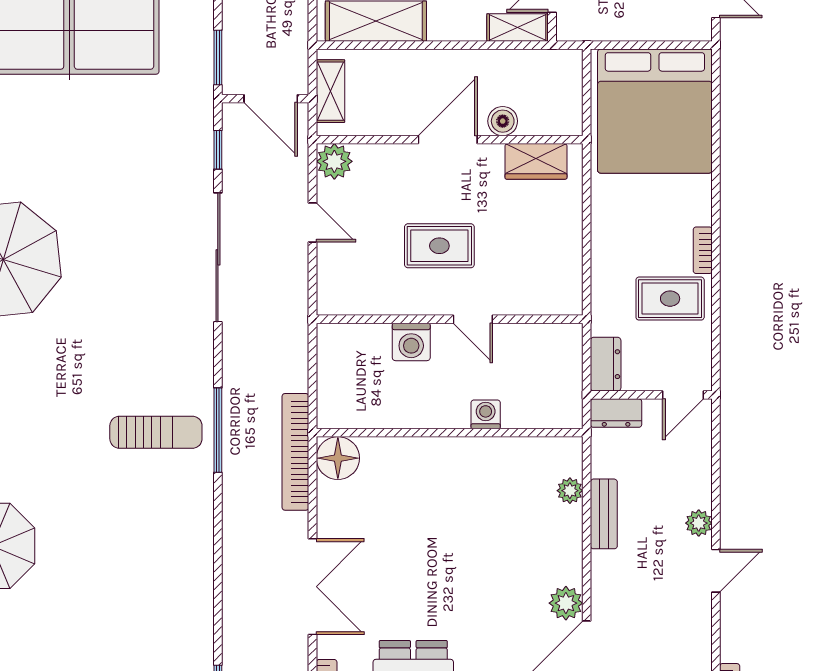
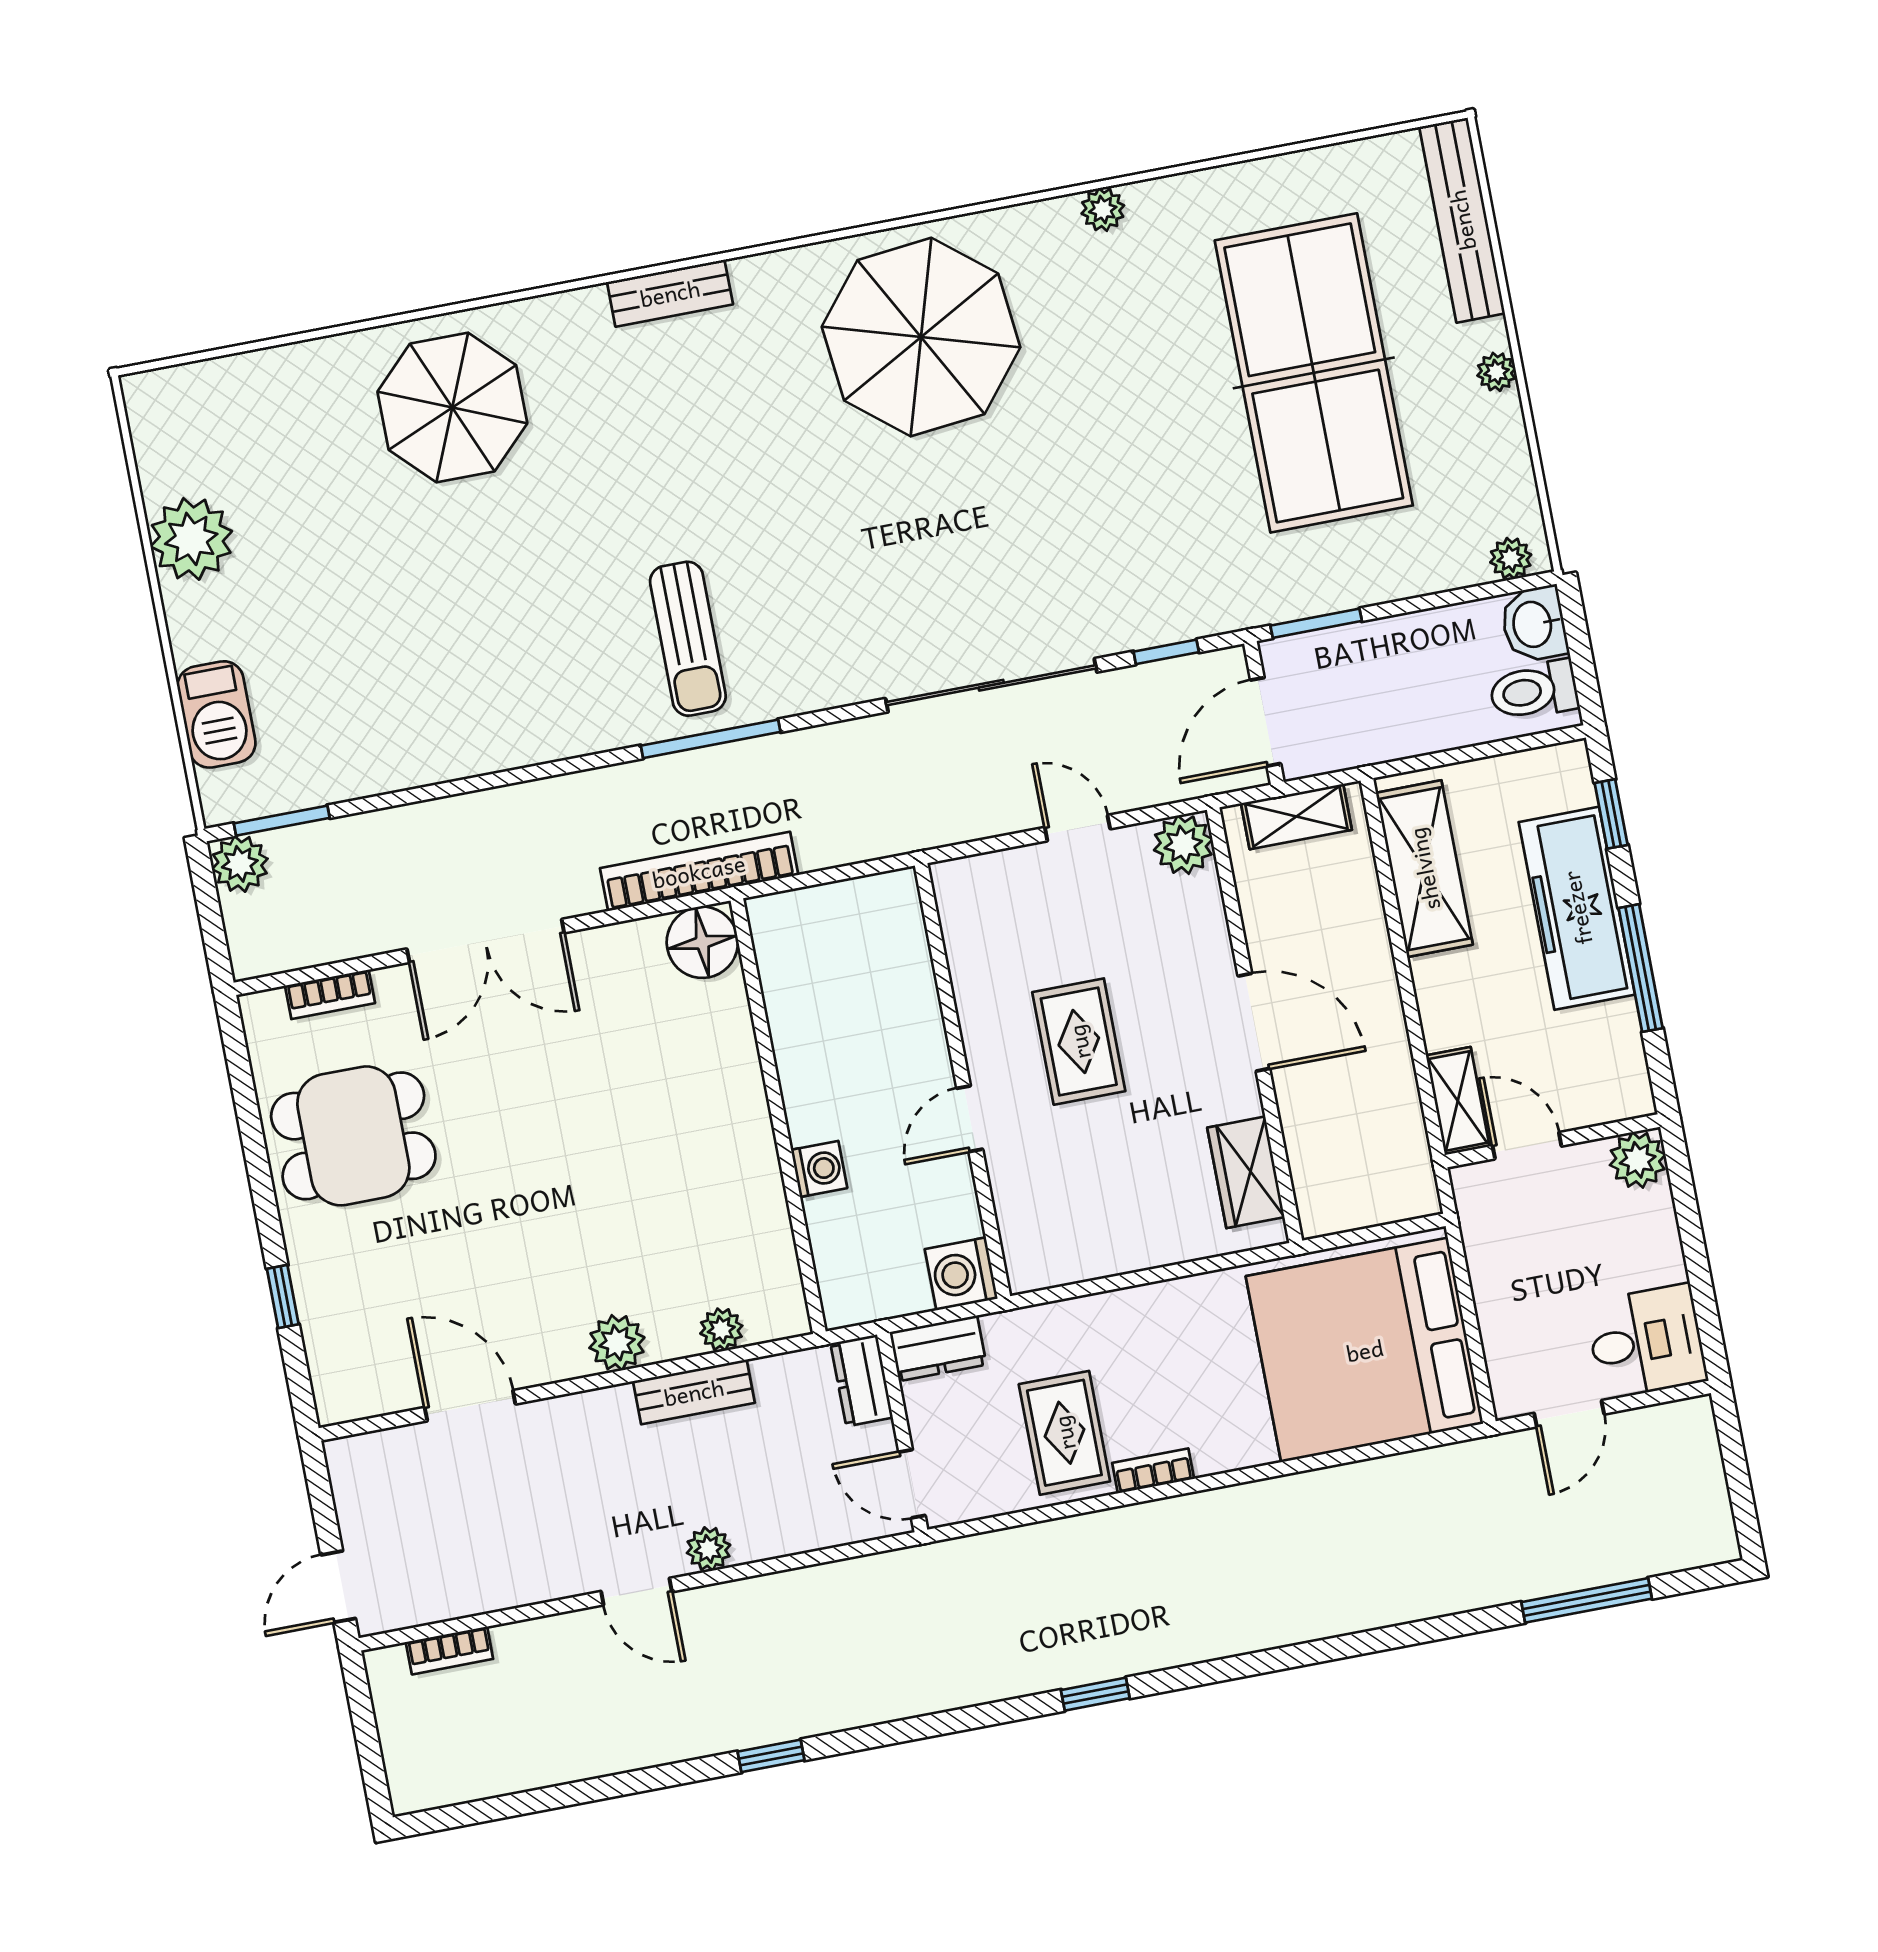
boiler: (503, 121) -> (1301, 1106), removed
door: (312, 222) -> (1077, 828), swing flipped
washing machine: (411, 342) -> (961, 1274), moved
plant: (566, 603) -> (617, 1343), moved

